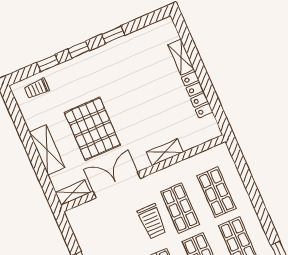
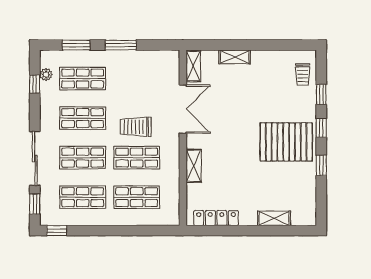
trolley: (37, 88) -> (303, 74), turned 180
locker: (197, 95) -> (216, 218), moved
pallet: (92, 129) -> (286, 142), moved
shelving: (47, 150) -> (235, 57), width x0.67, depth x0.75

